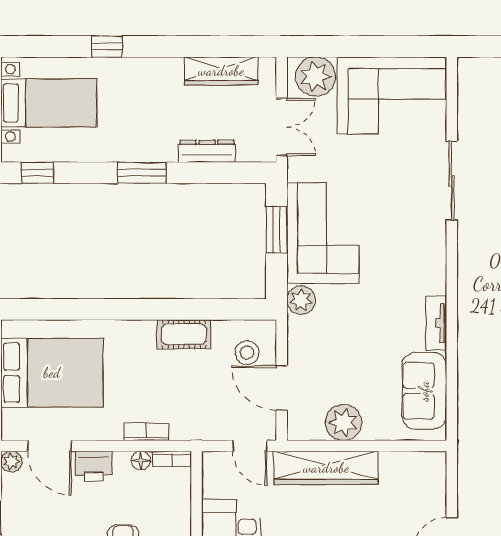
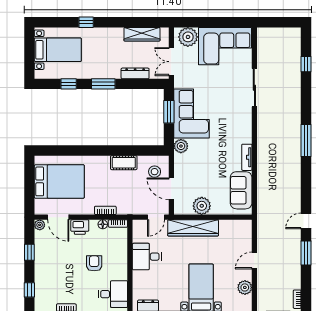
double door: (282, 127) -> (171, 62), swing flipped
window: (37, 173) -> (69, 84), moved
door: (250, 446) -> (156, 217), hinge flipped

